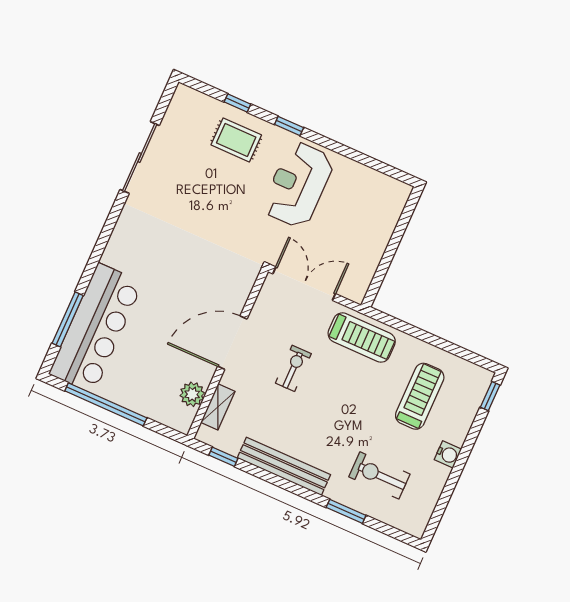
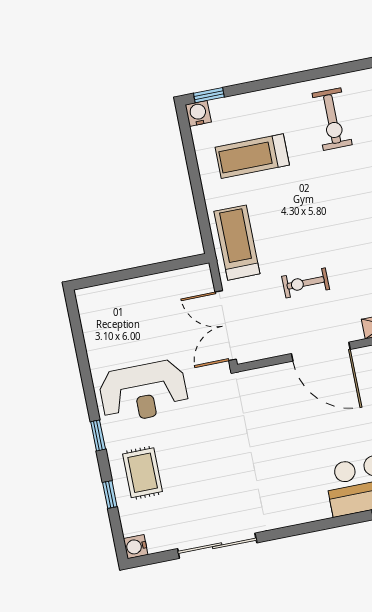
water cooler: (183, 95) -> (136, 547), added
water cooler: (448, 454) -> (198, 113), moved
exercise bike: (379, 475) -> (332, 119), moved

